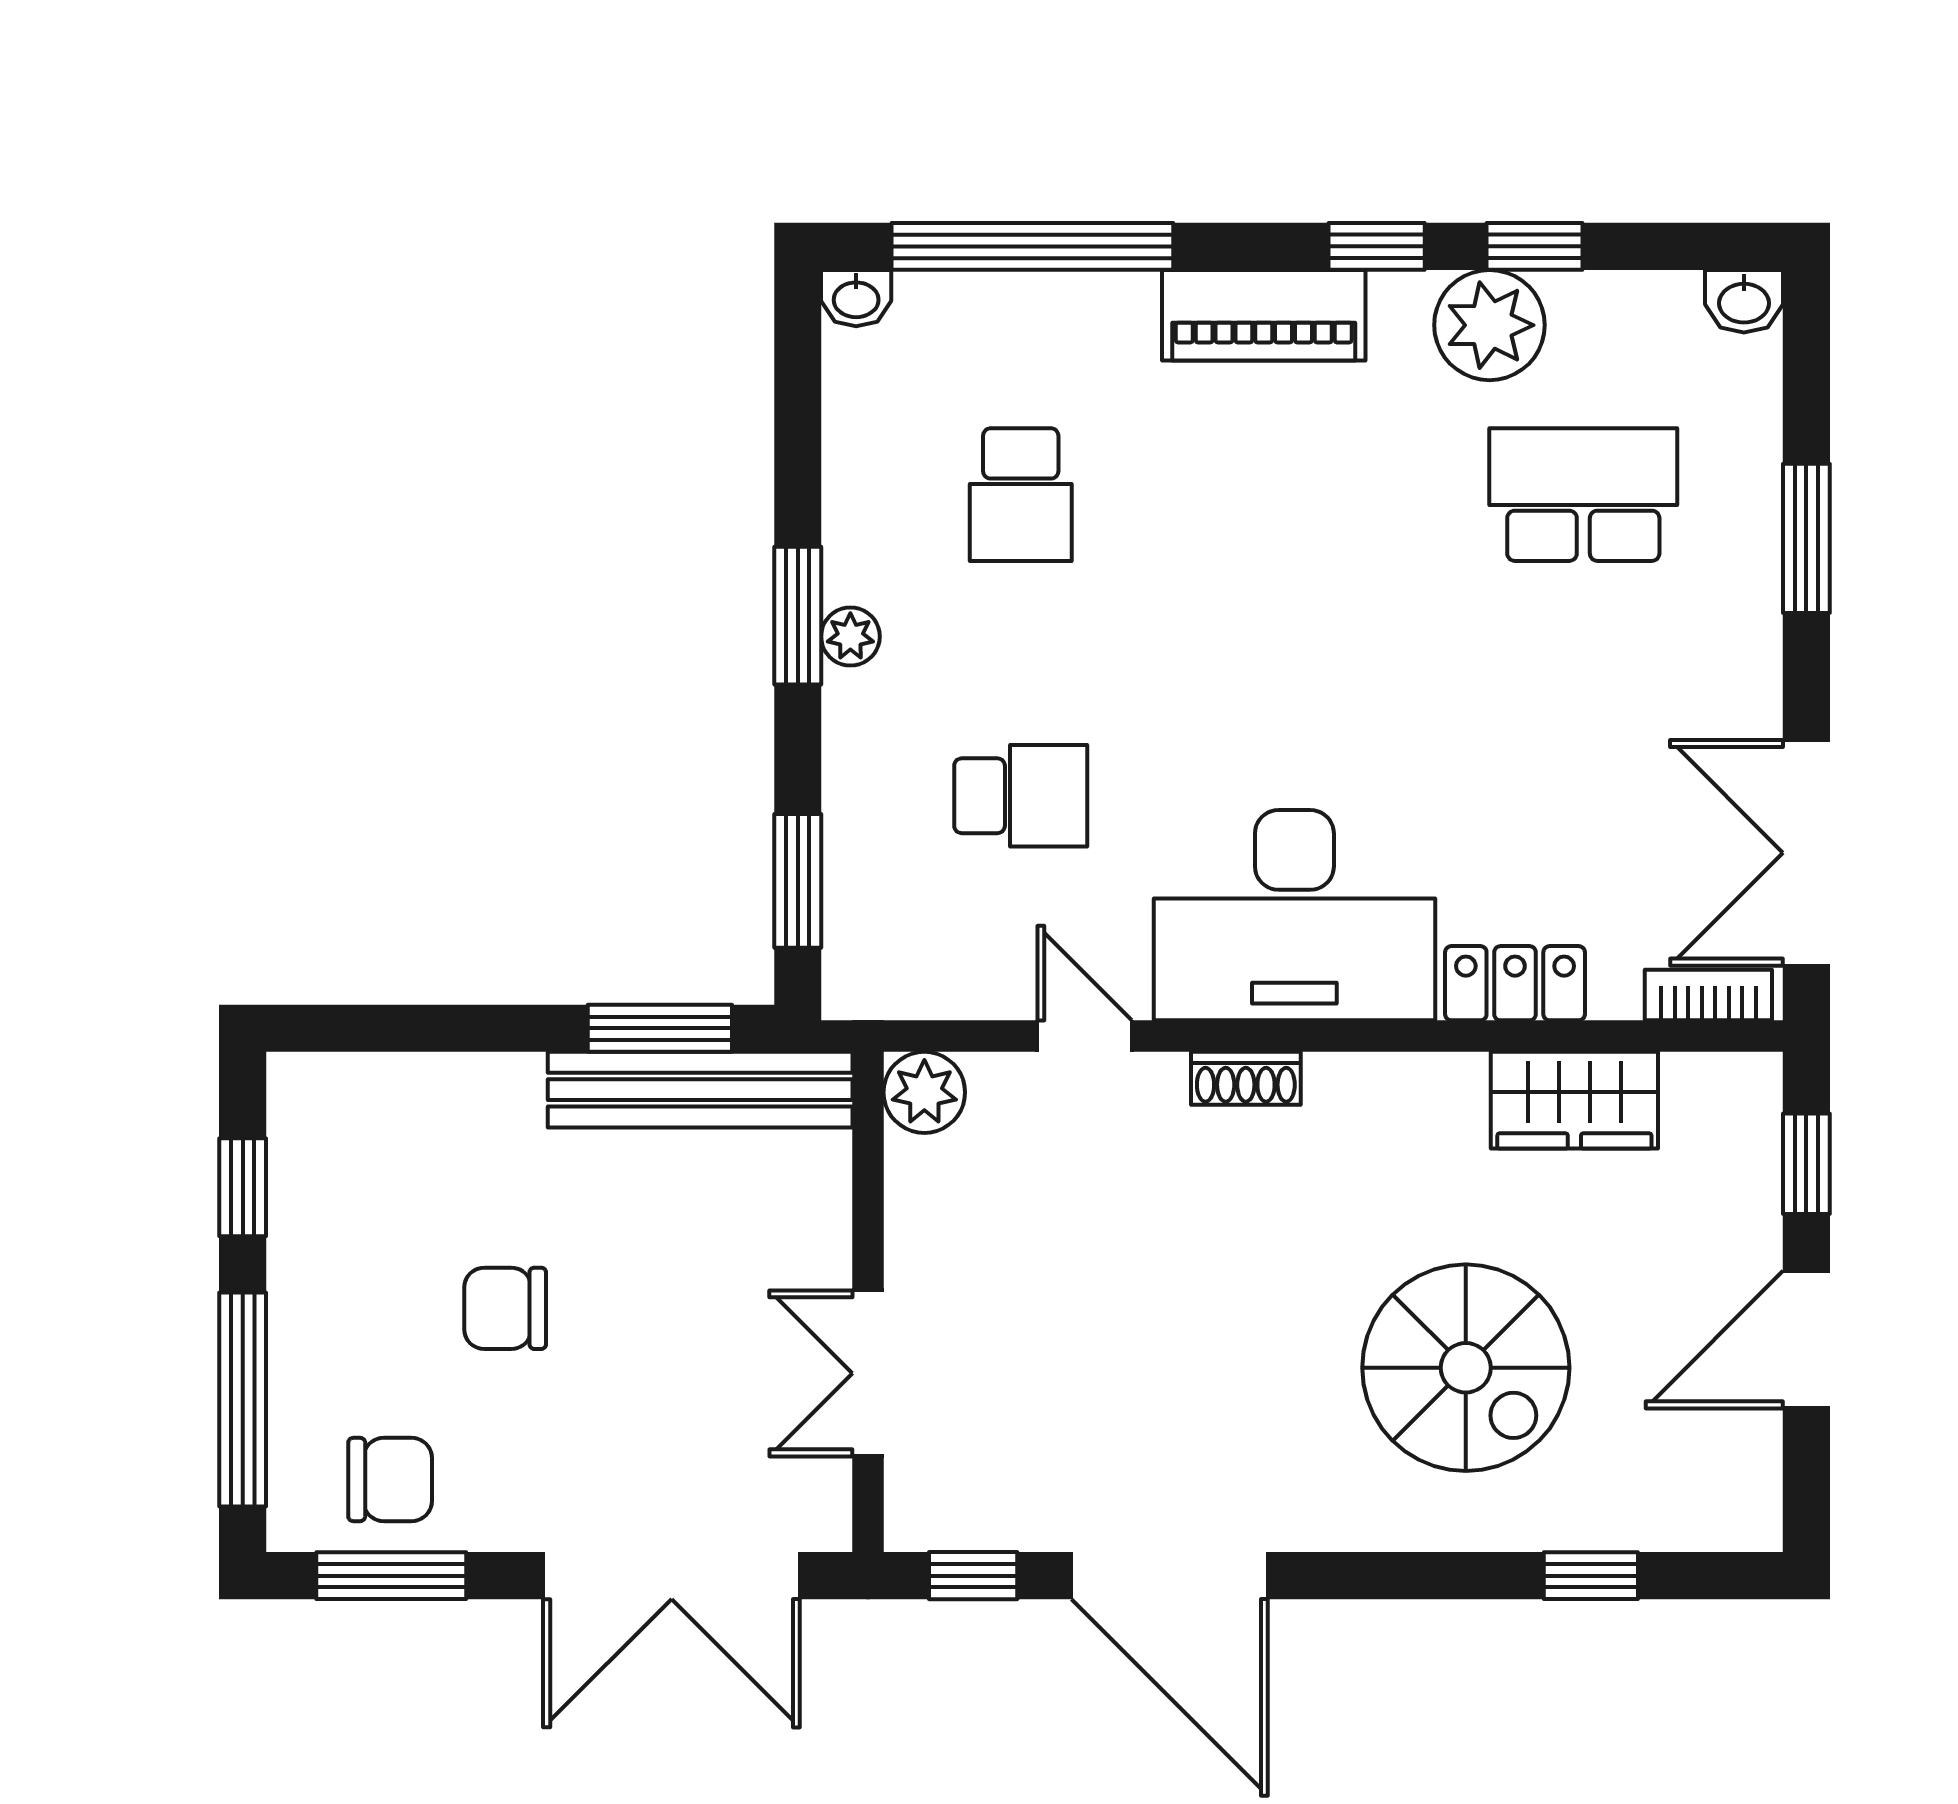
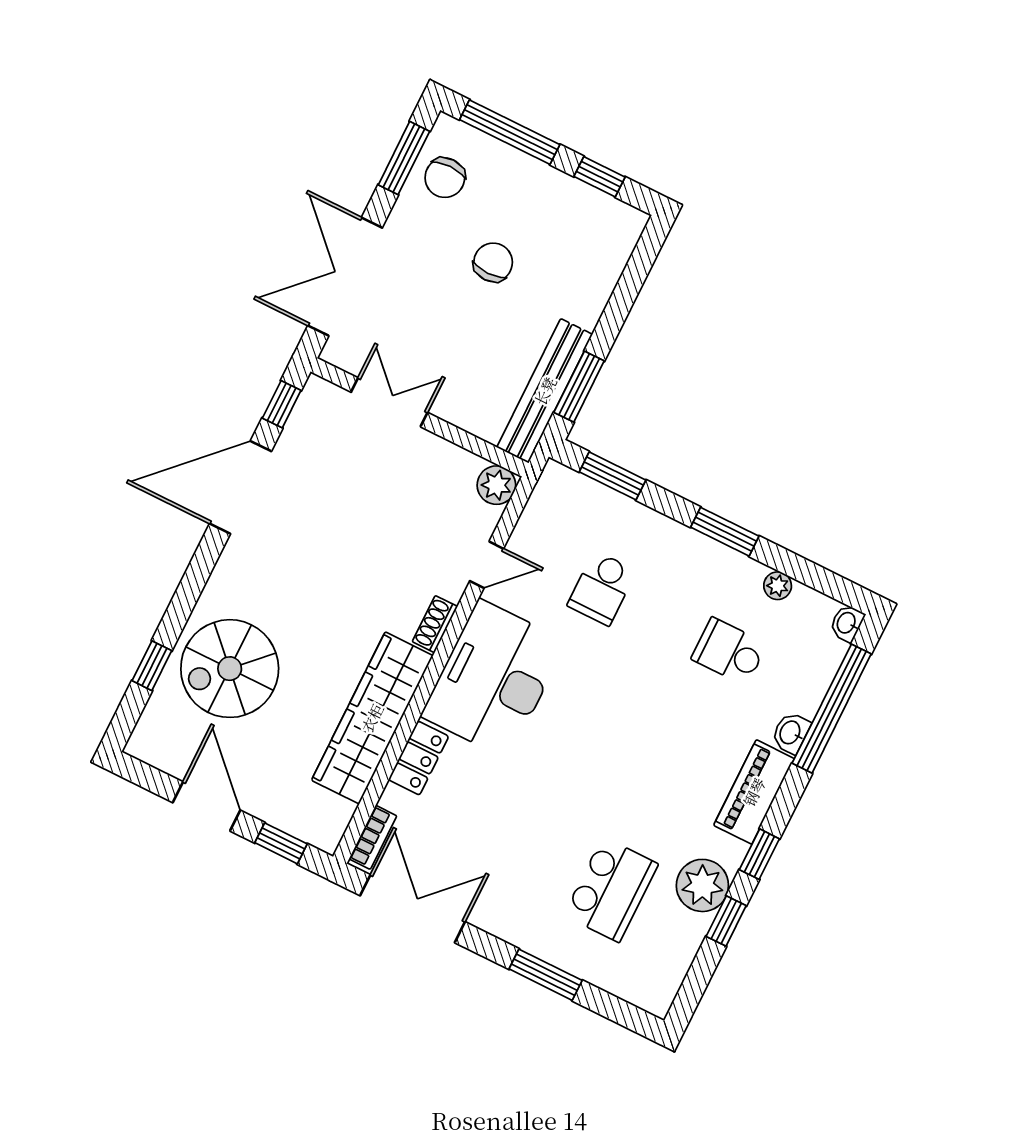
washbasin: (1744, 301) -> (791, 733), moved
plant: (850, 637) -> (778, 586), moved
wardrobe: (1574, 1100) -> (372, 718), width x2.10, depth x1.17
spiral stairs: (1466, 1368) -> (230, 669), moved

